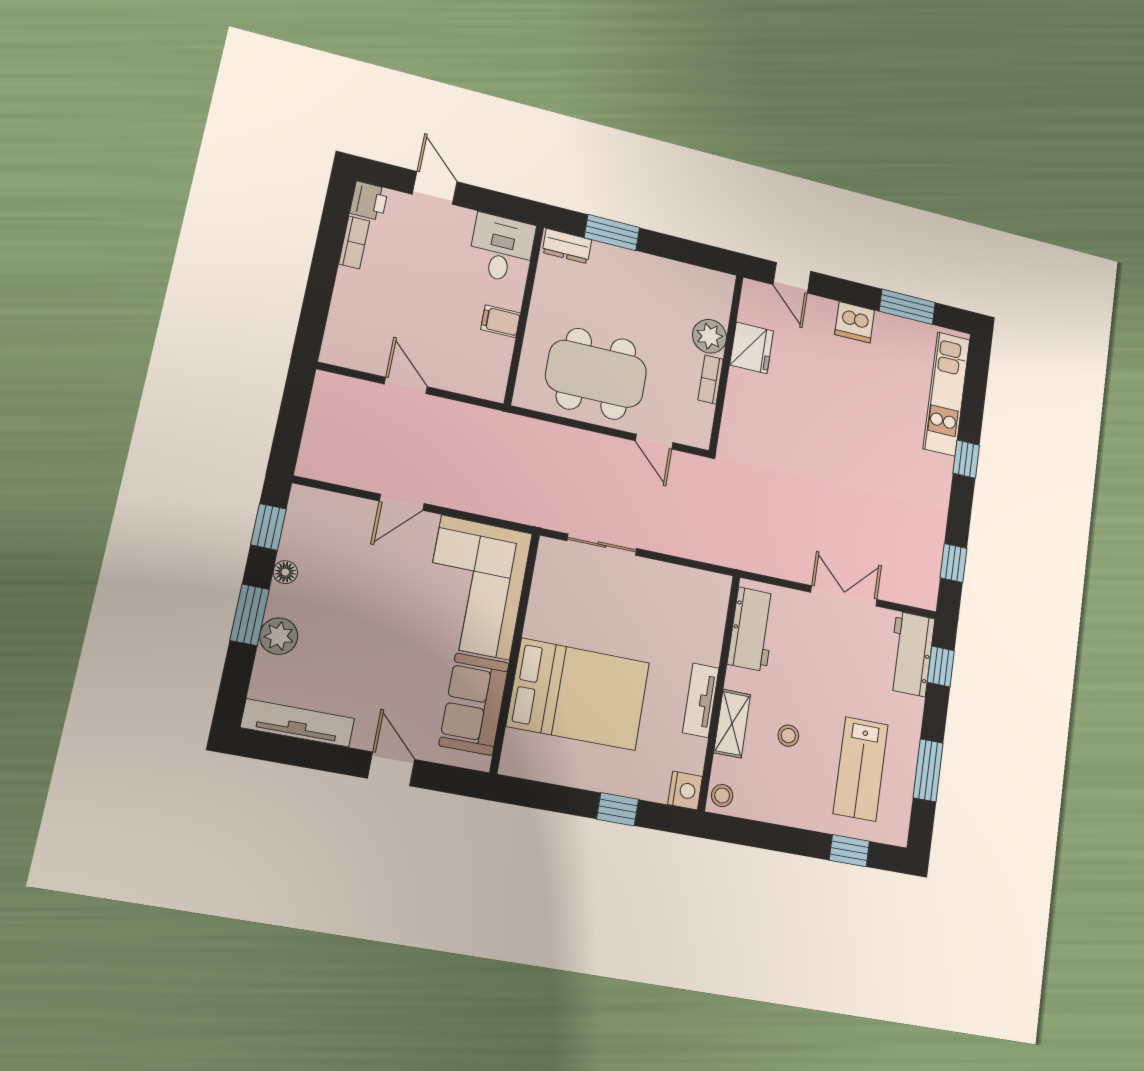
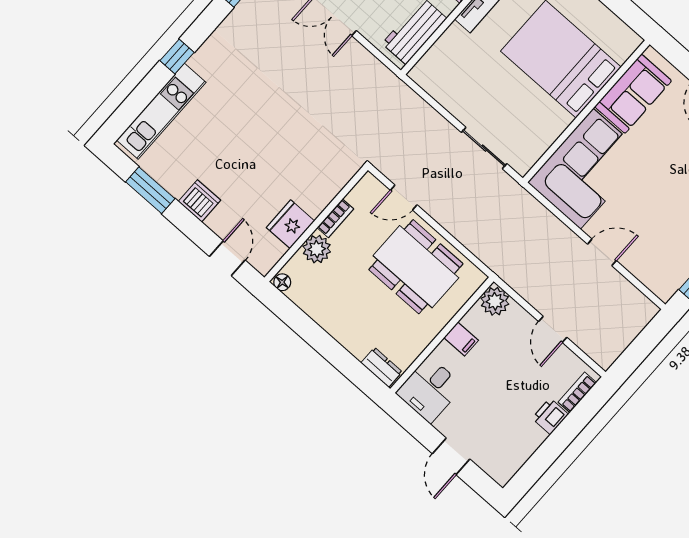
printer: (369, 201) -> (550, 416), moved
window: (612, 233) -> (343, 360), removed
bookcase: (354, 242) -> (577, 392), moved
floor lamp: (723, 282) -> (282, 282), added
plant: (489, 382) -> (495, 301), added
door: (654, 442) -> (404, 197), swing flipped

